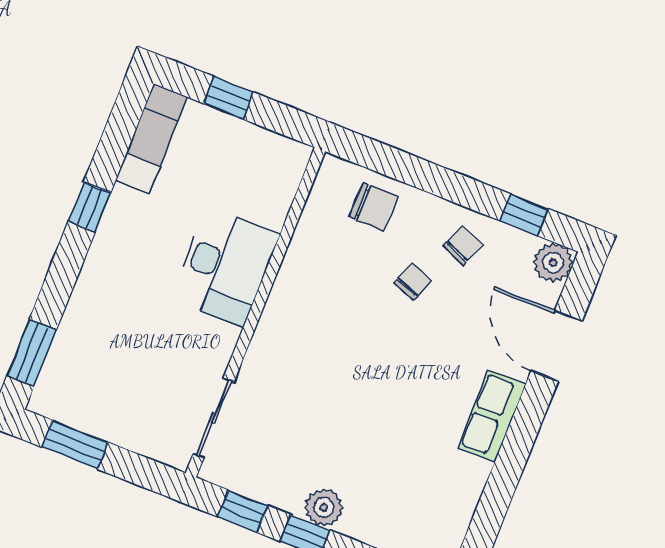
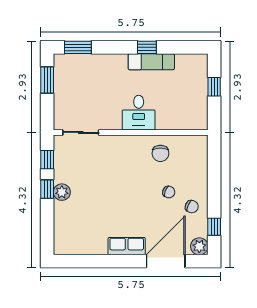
exam couch: (151, 138) -> (151, 62), moved
chair: (373, 207) -> (160, 153), moved
desk: (225, 266) -> (139, 113), width x0.73
door: (556, 346) -> (166, 261), width x1.36

